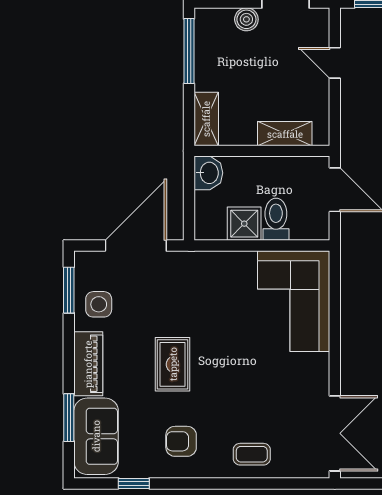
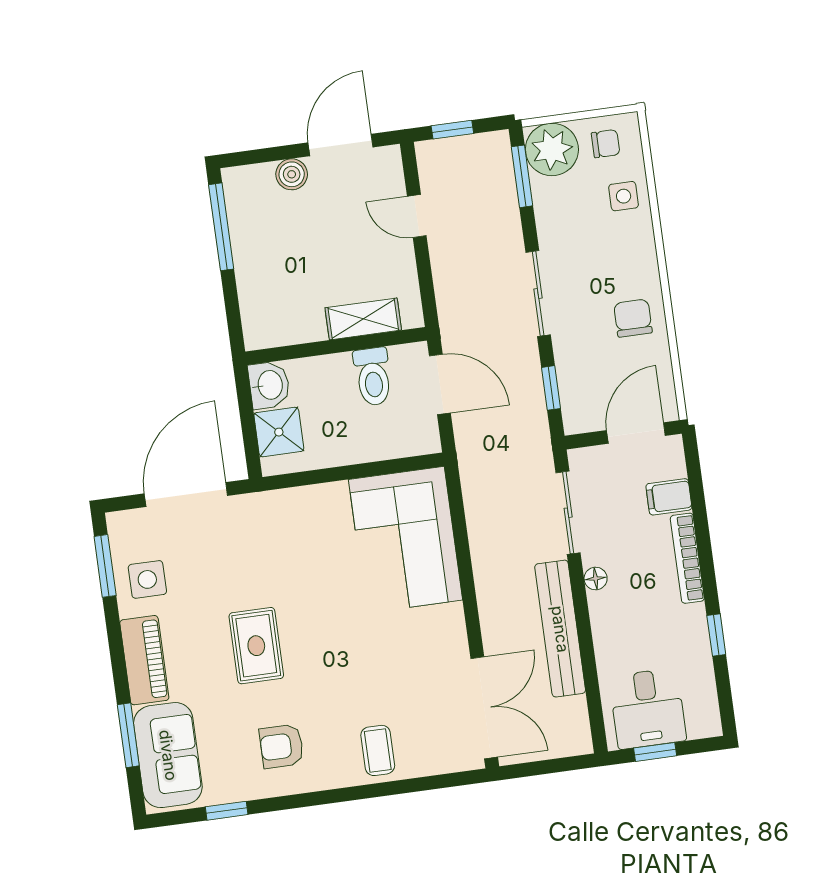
shelving: (206, 119) -> (256, 314), removed
toilet: (276, 219) -> (373, 377), moved, turned 180
shower: (244, 224) -> (279, 432), moved
coffee table: (252, 454) -> (378, 750), turned 90

